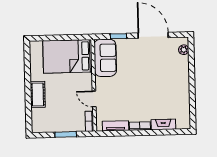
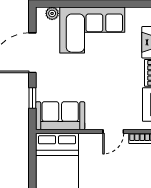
corner sofa: (172, 81) -> (92, 30), added

